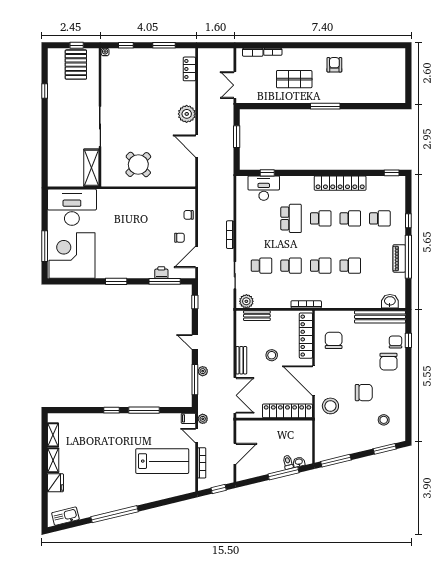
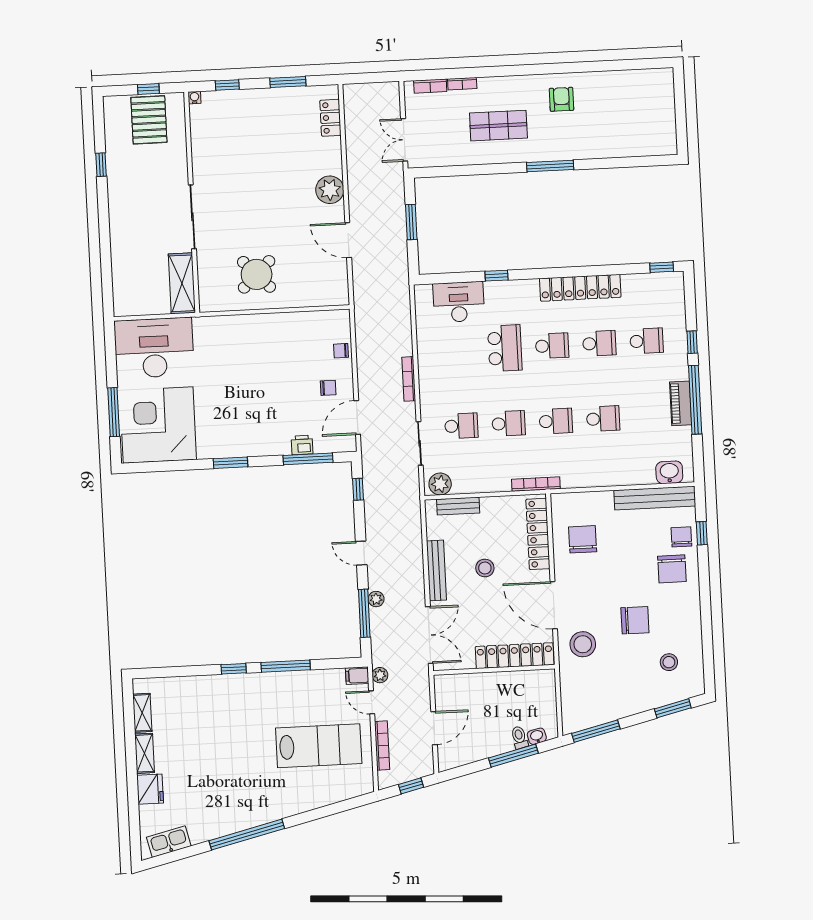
window: (267, 173) -> (496, 276), moved
bench: (241, 360) -> (436, 570), width x1.36

